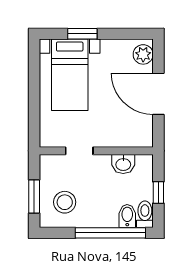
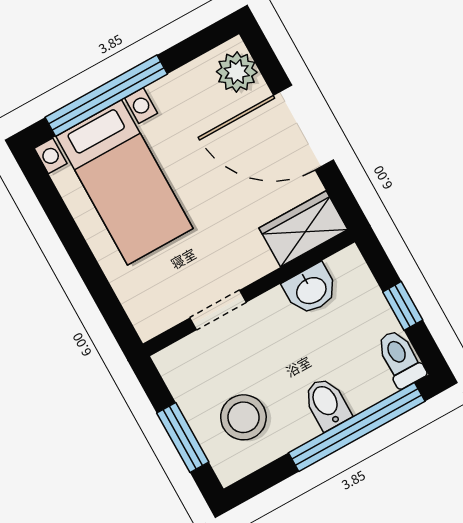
window: (82, 34) -> (106, 96), width x2.11
wardrobe: (134, 137) -> (303, 229), added
bidet: (127, 216) -> (327, 404), moved

